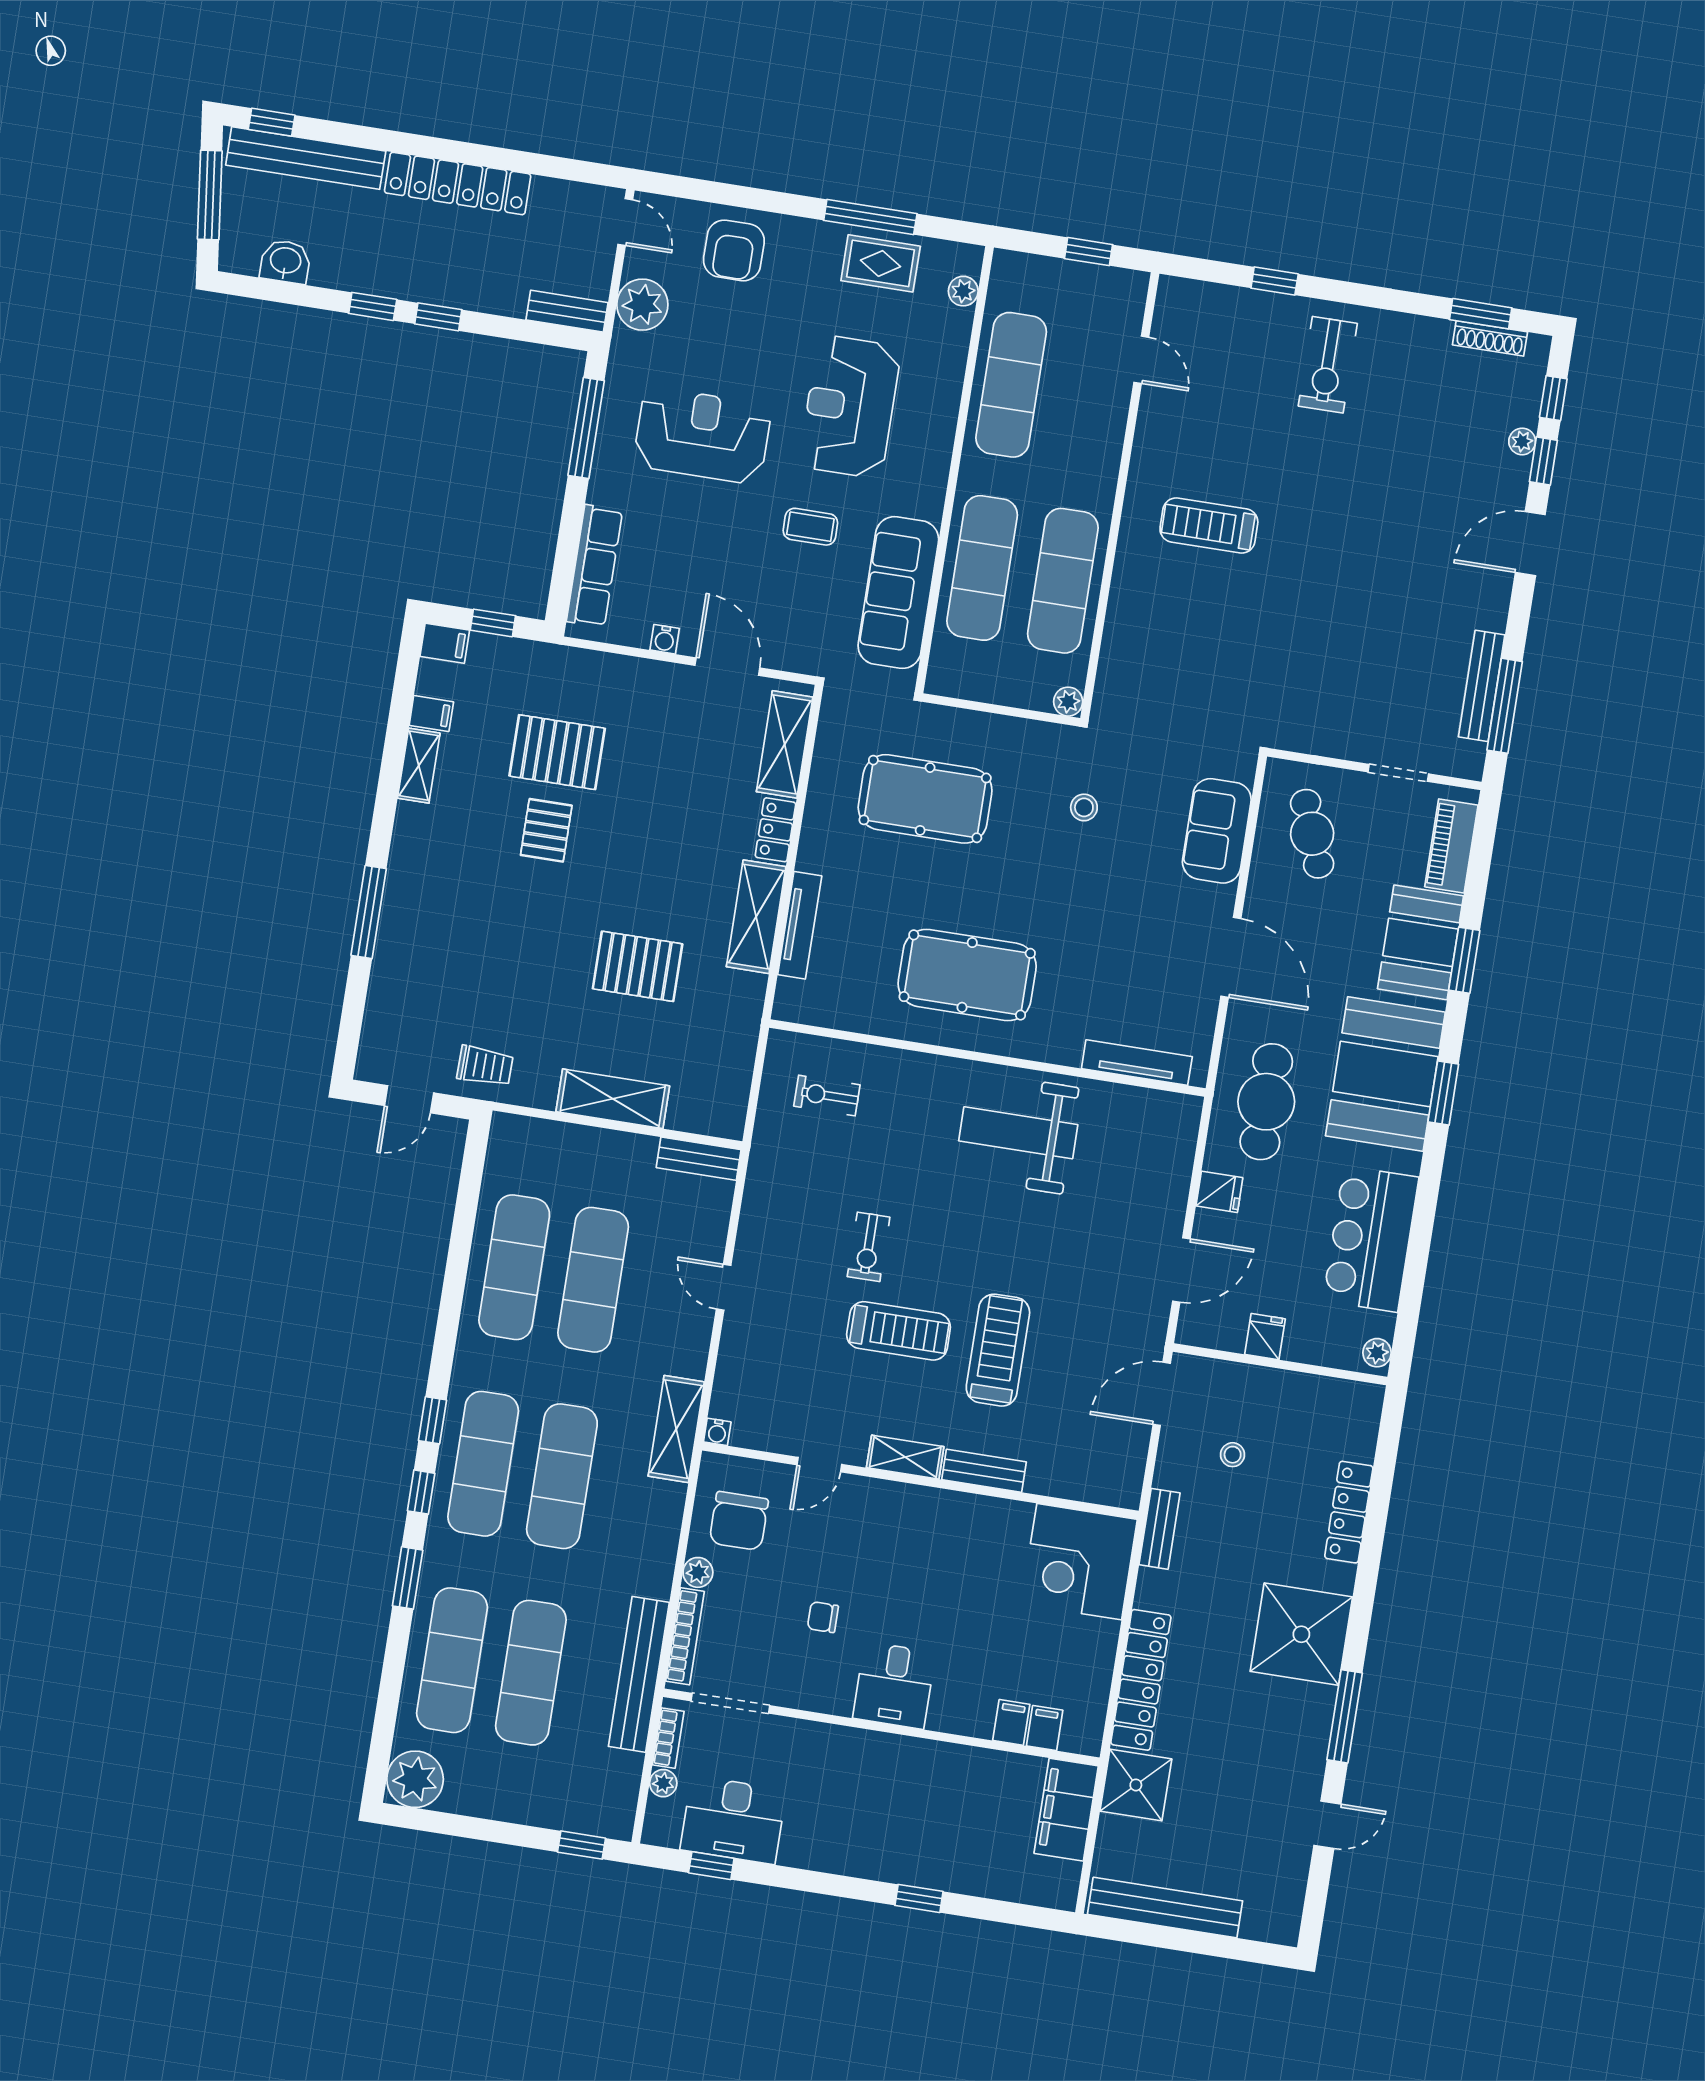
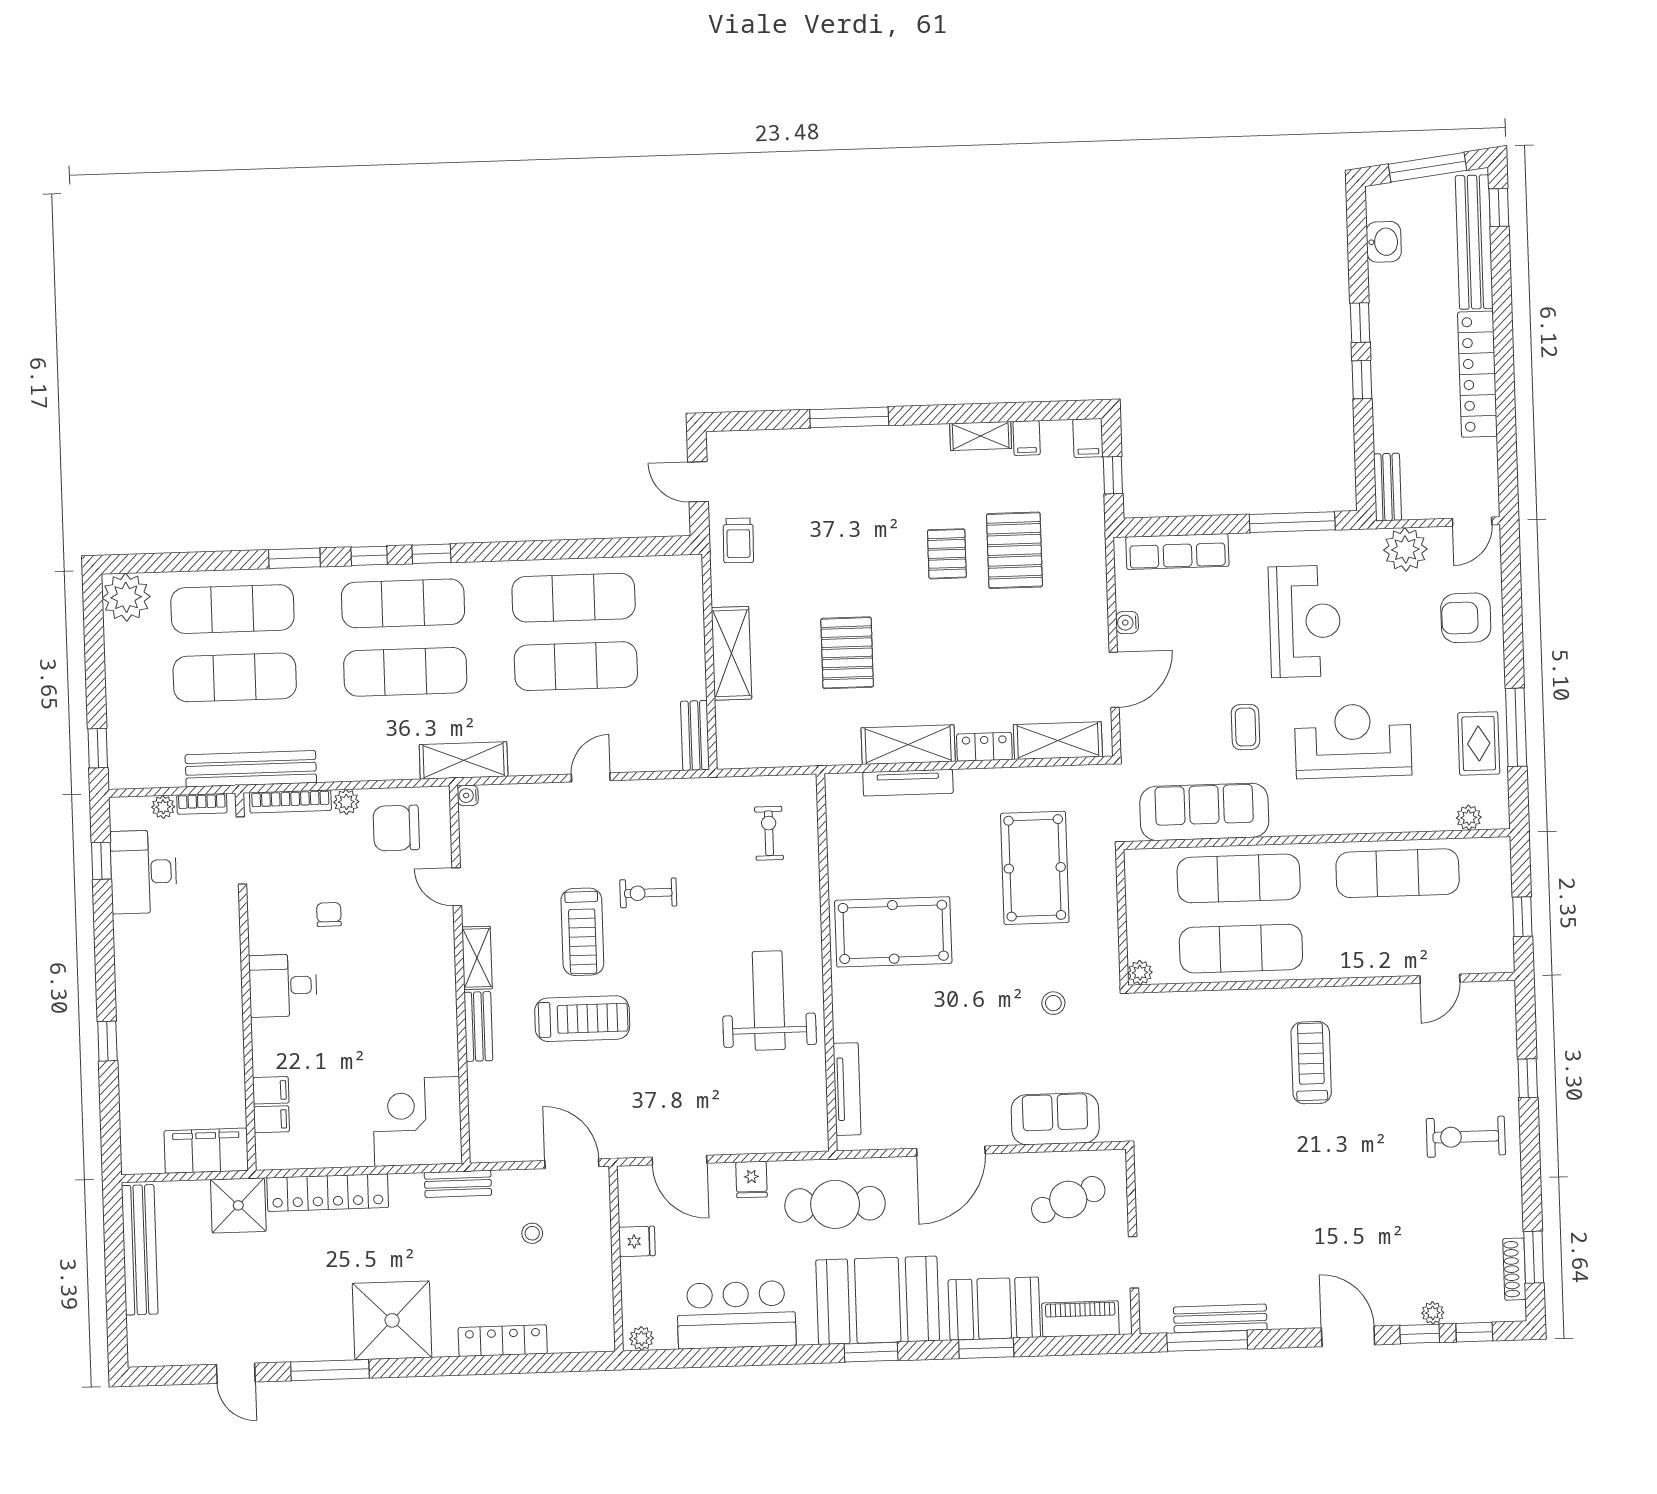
pallet: (546, 830) -> (947, 554), turned 90
pool table: (967, 975) -> (893, 932), turned 90

